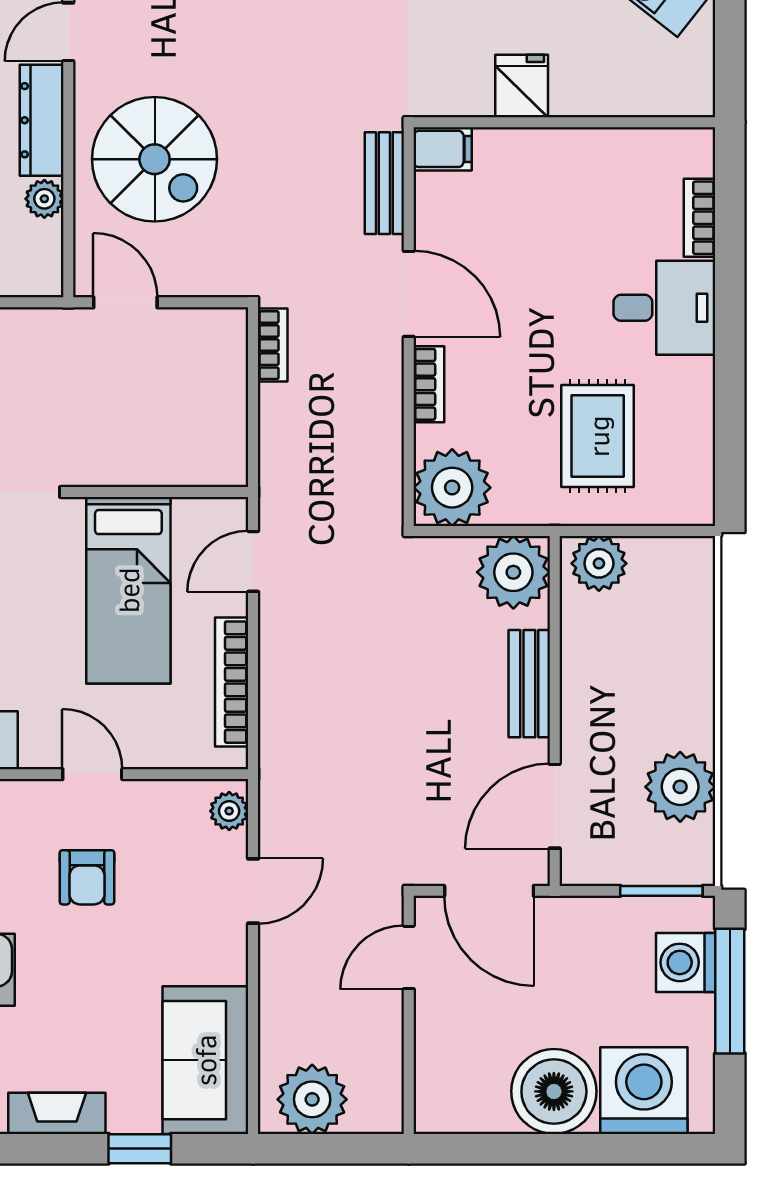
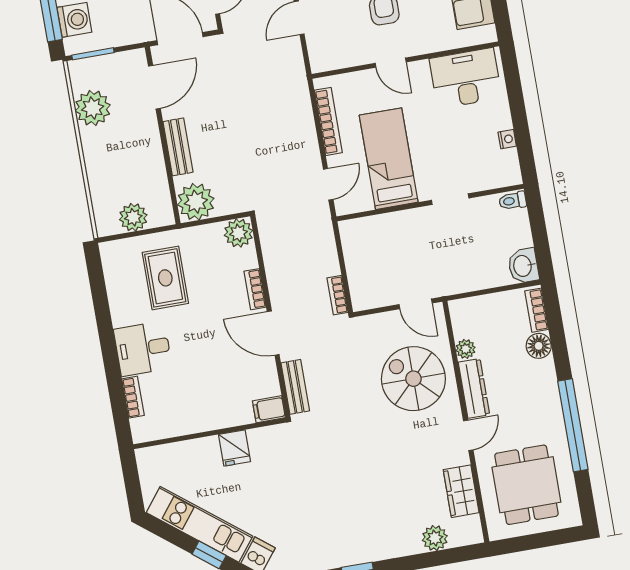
plant: (452, 488) -> (238, 233), width x0.73, depth x0.73
plant: (599, 563) -> (133, 217), moved
plant: (229, 811) -> (318, 56), removed

